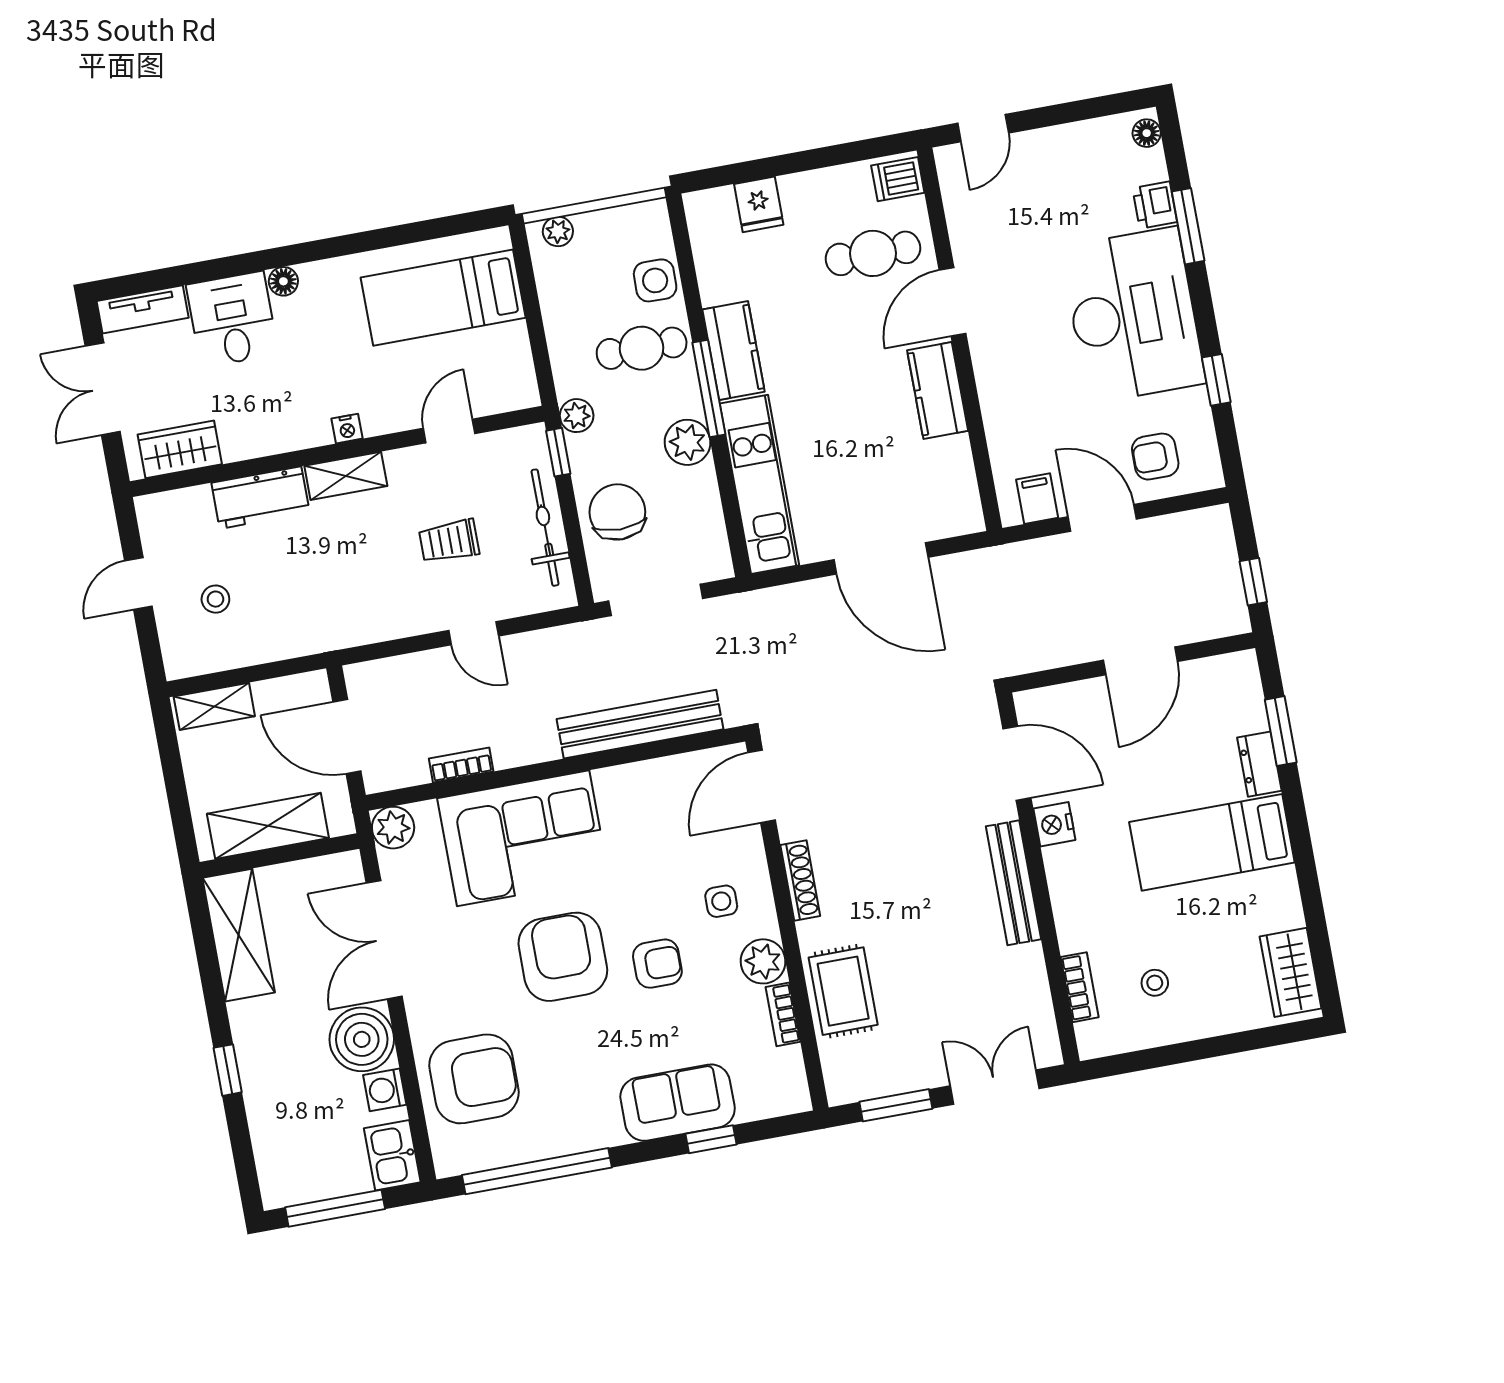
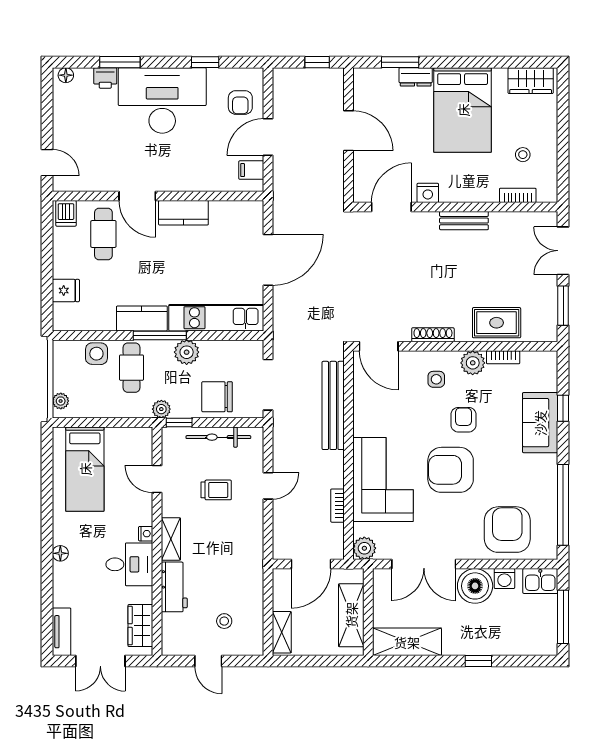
desk: (232, 319) -> (129, 564), moved, turned 180
trolley: (449, 541) -> (216, 490), turned -90
bed: (1212, 842) -> (463, 110), width x1.50
bench: (1013, 883) -> (464, 221), width x0.73

